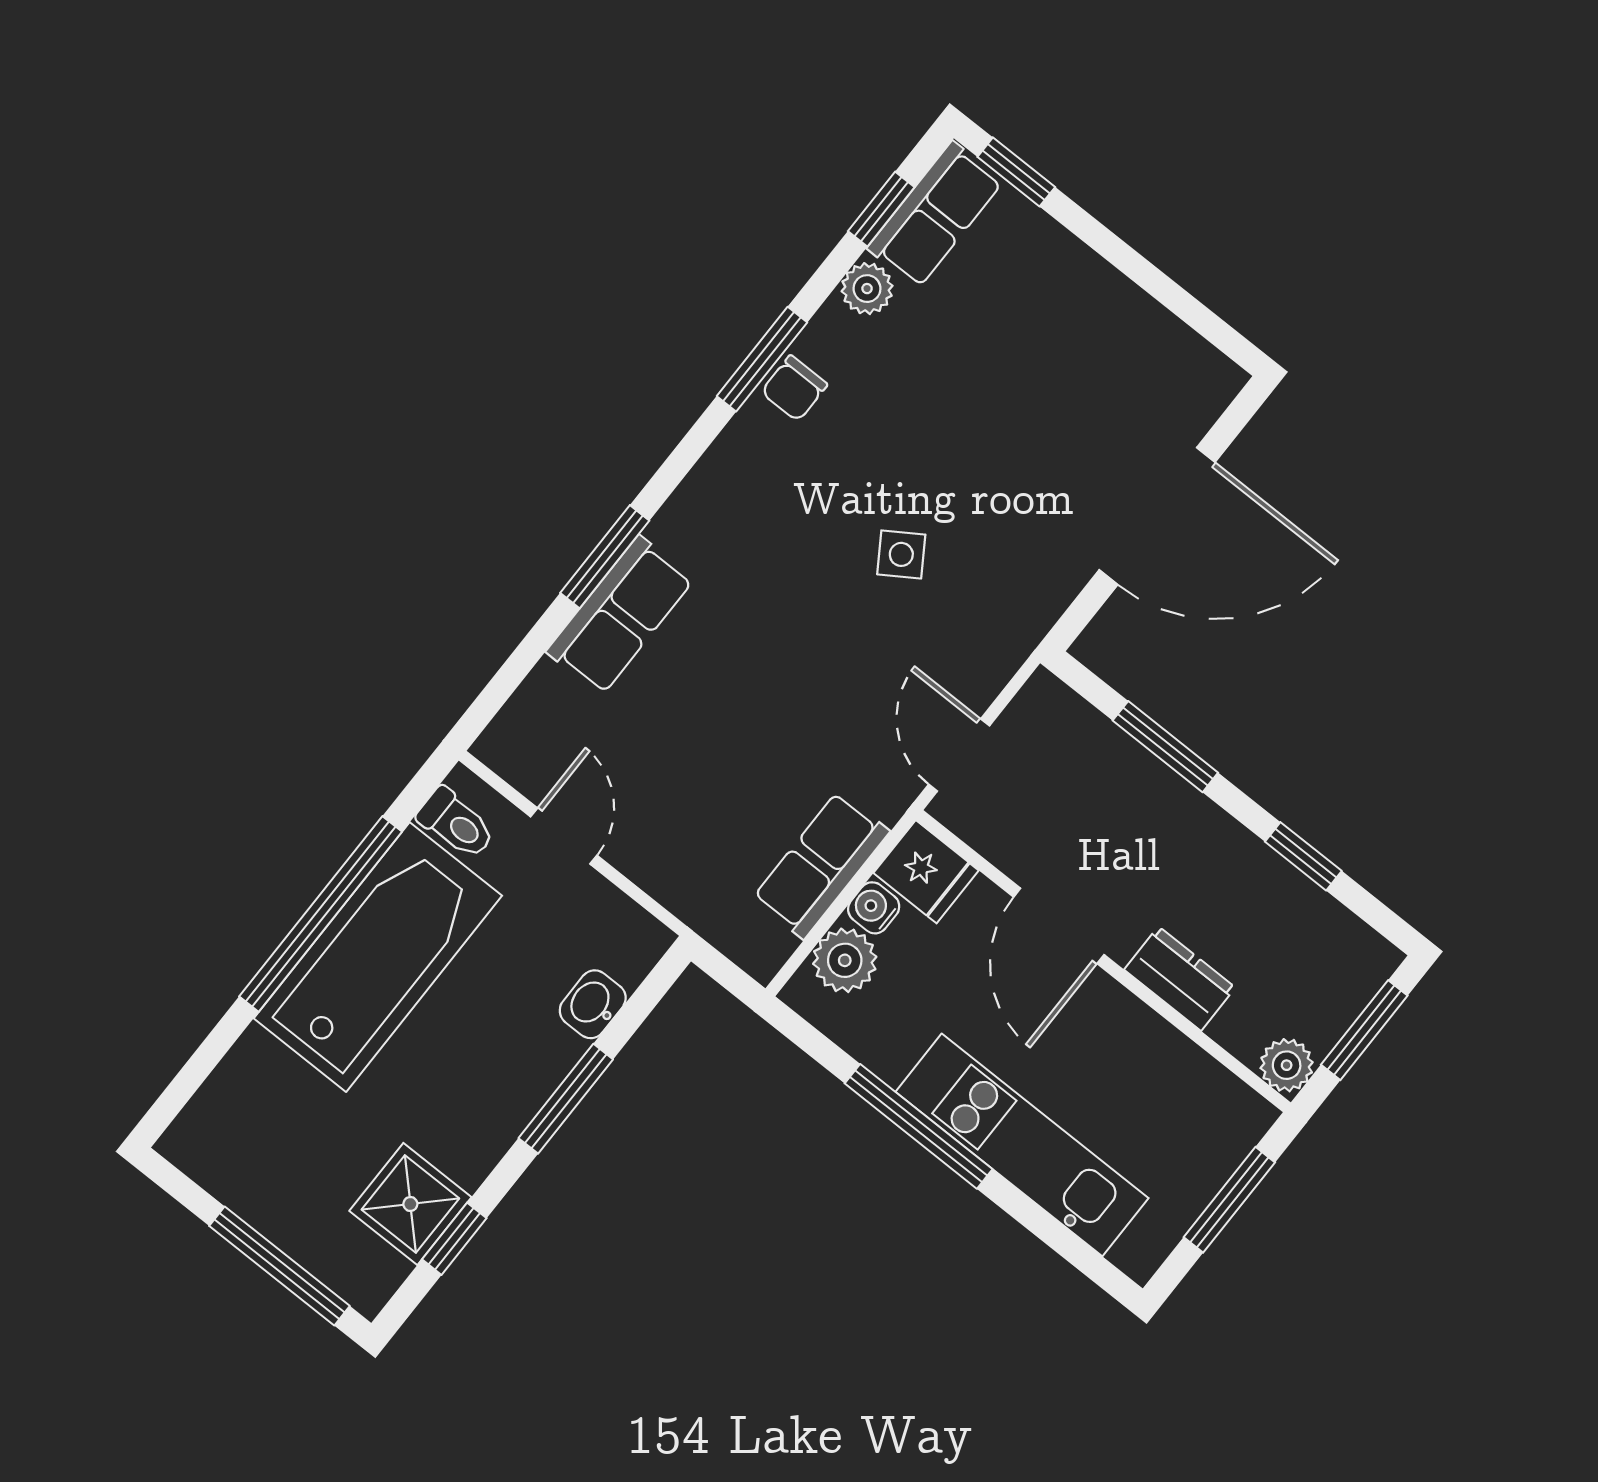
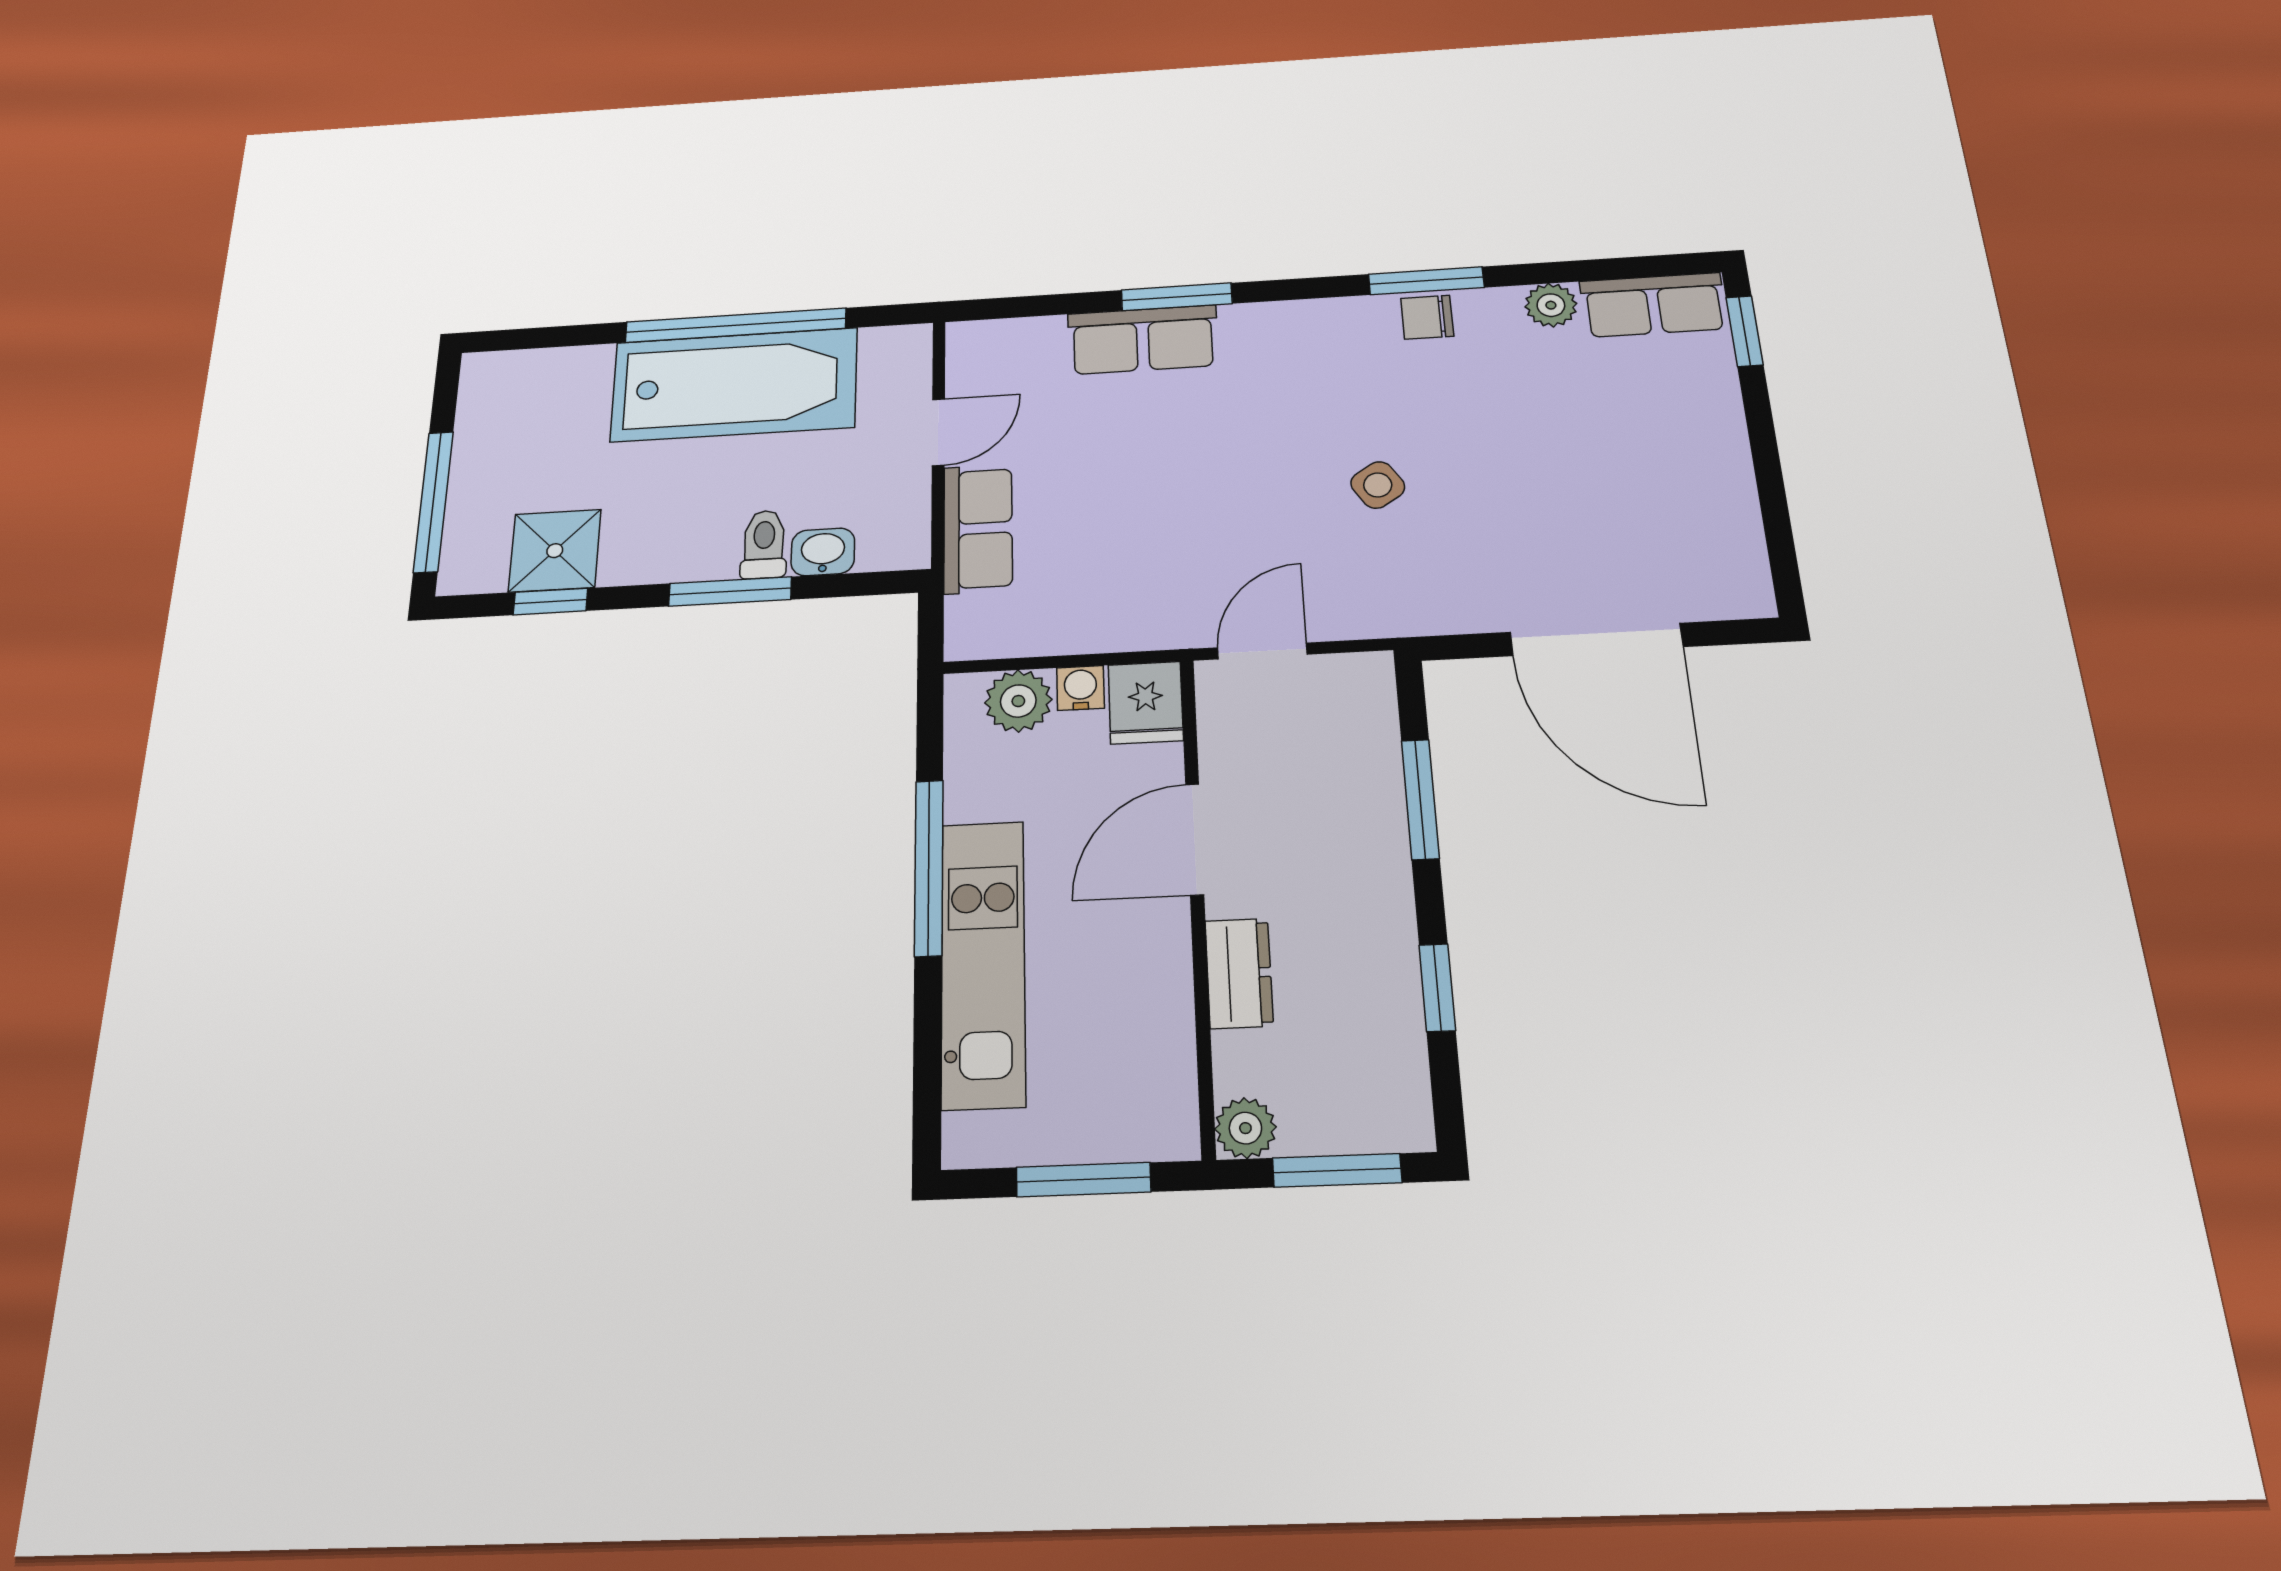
window: (881, 209) -> (1618, 268), removed
toilet: (456, 823) -> (764, 544), moved, turned 180
row of seats: (821, 865) -> (978, 529), moved, turned 90

